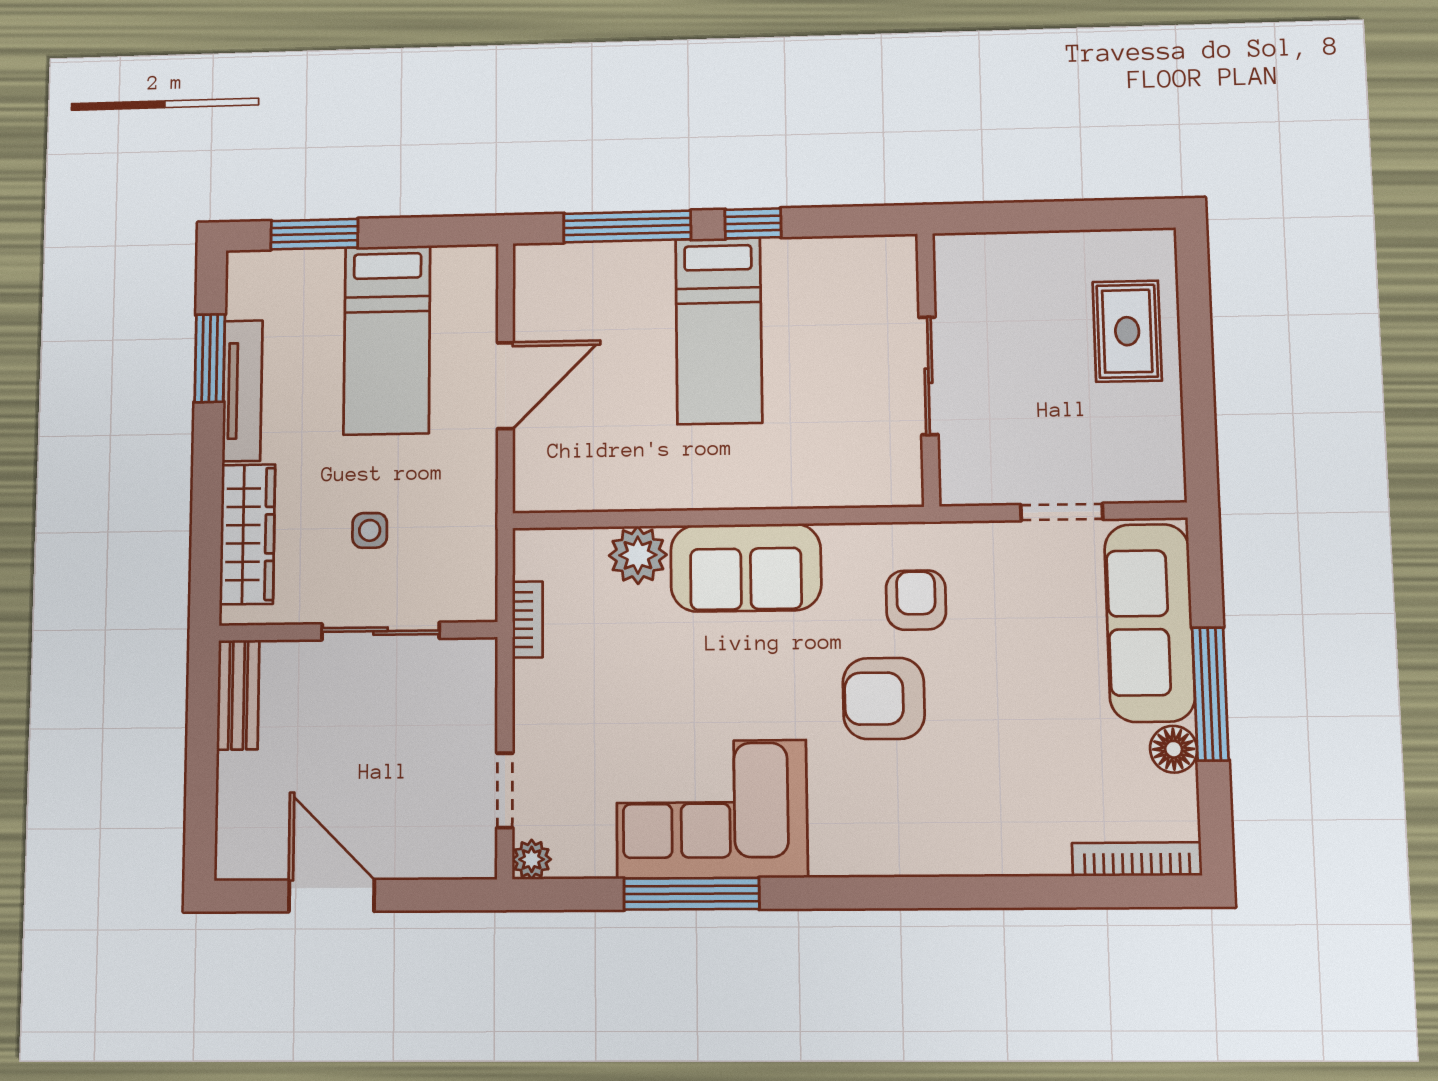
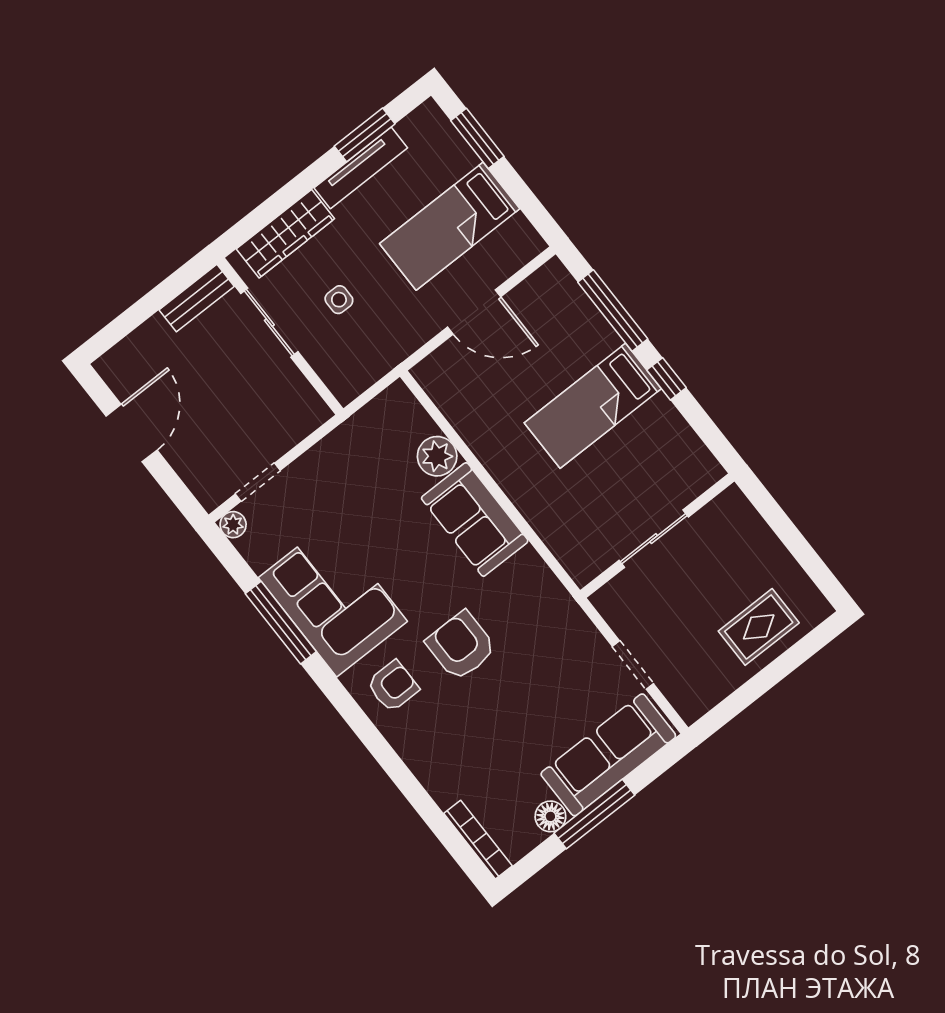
armchair: (916, 600) -> (393, 686), moved
bookcase: (528, 620) -> (357, 424), removed
sliding door: (381, 631) -> (269, 323), moved

